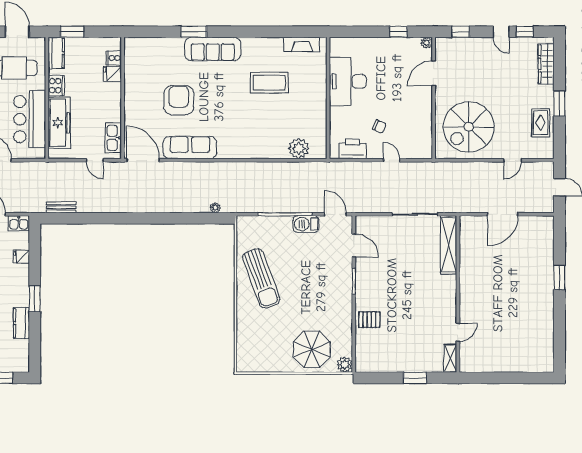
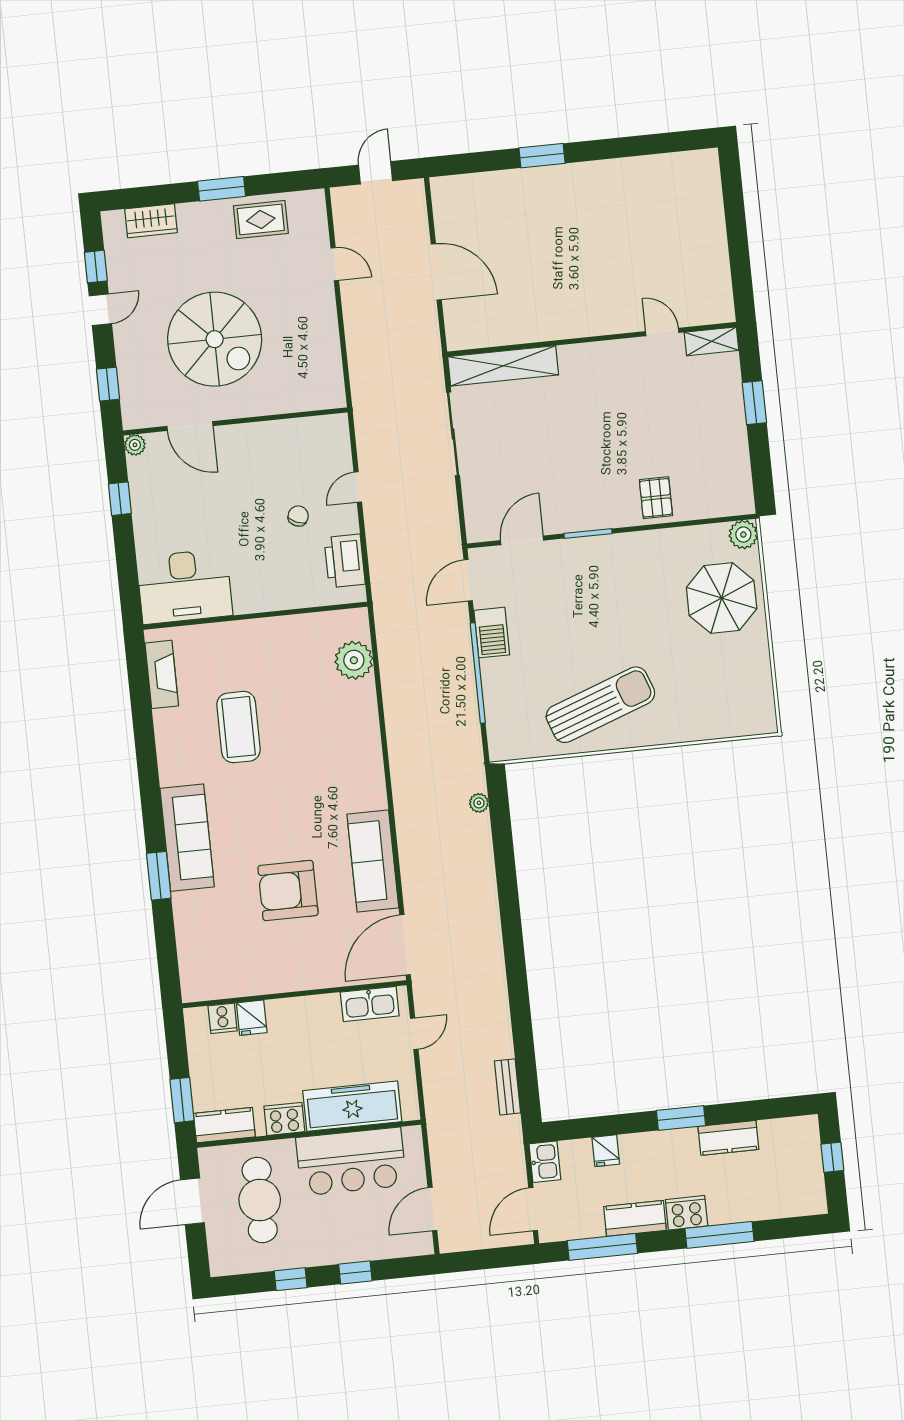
wardrobe: (546, 64) -> (151, 221), width x0.67
desk: (348, 81) -> (185, 586), moved
spiral stairs: (469, 127) -> (215, 339), moved

